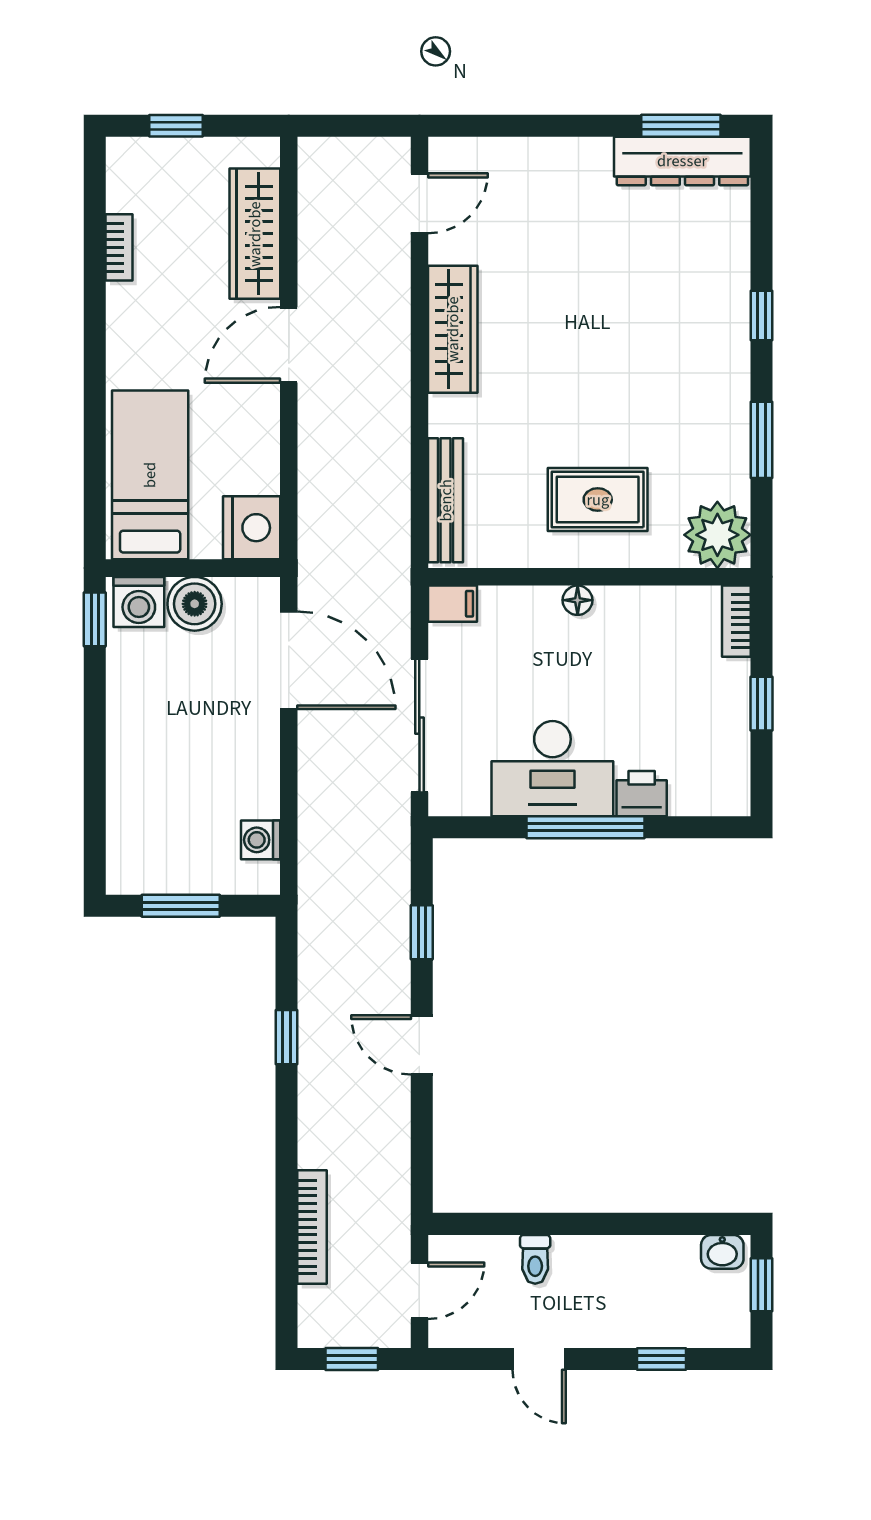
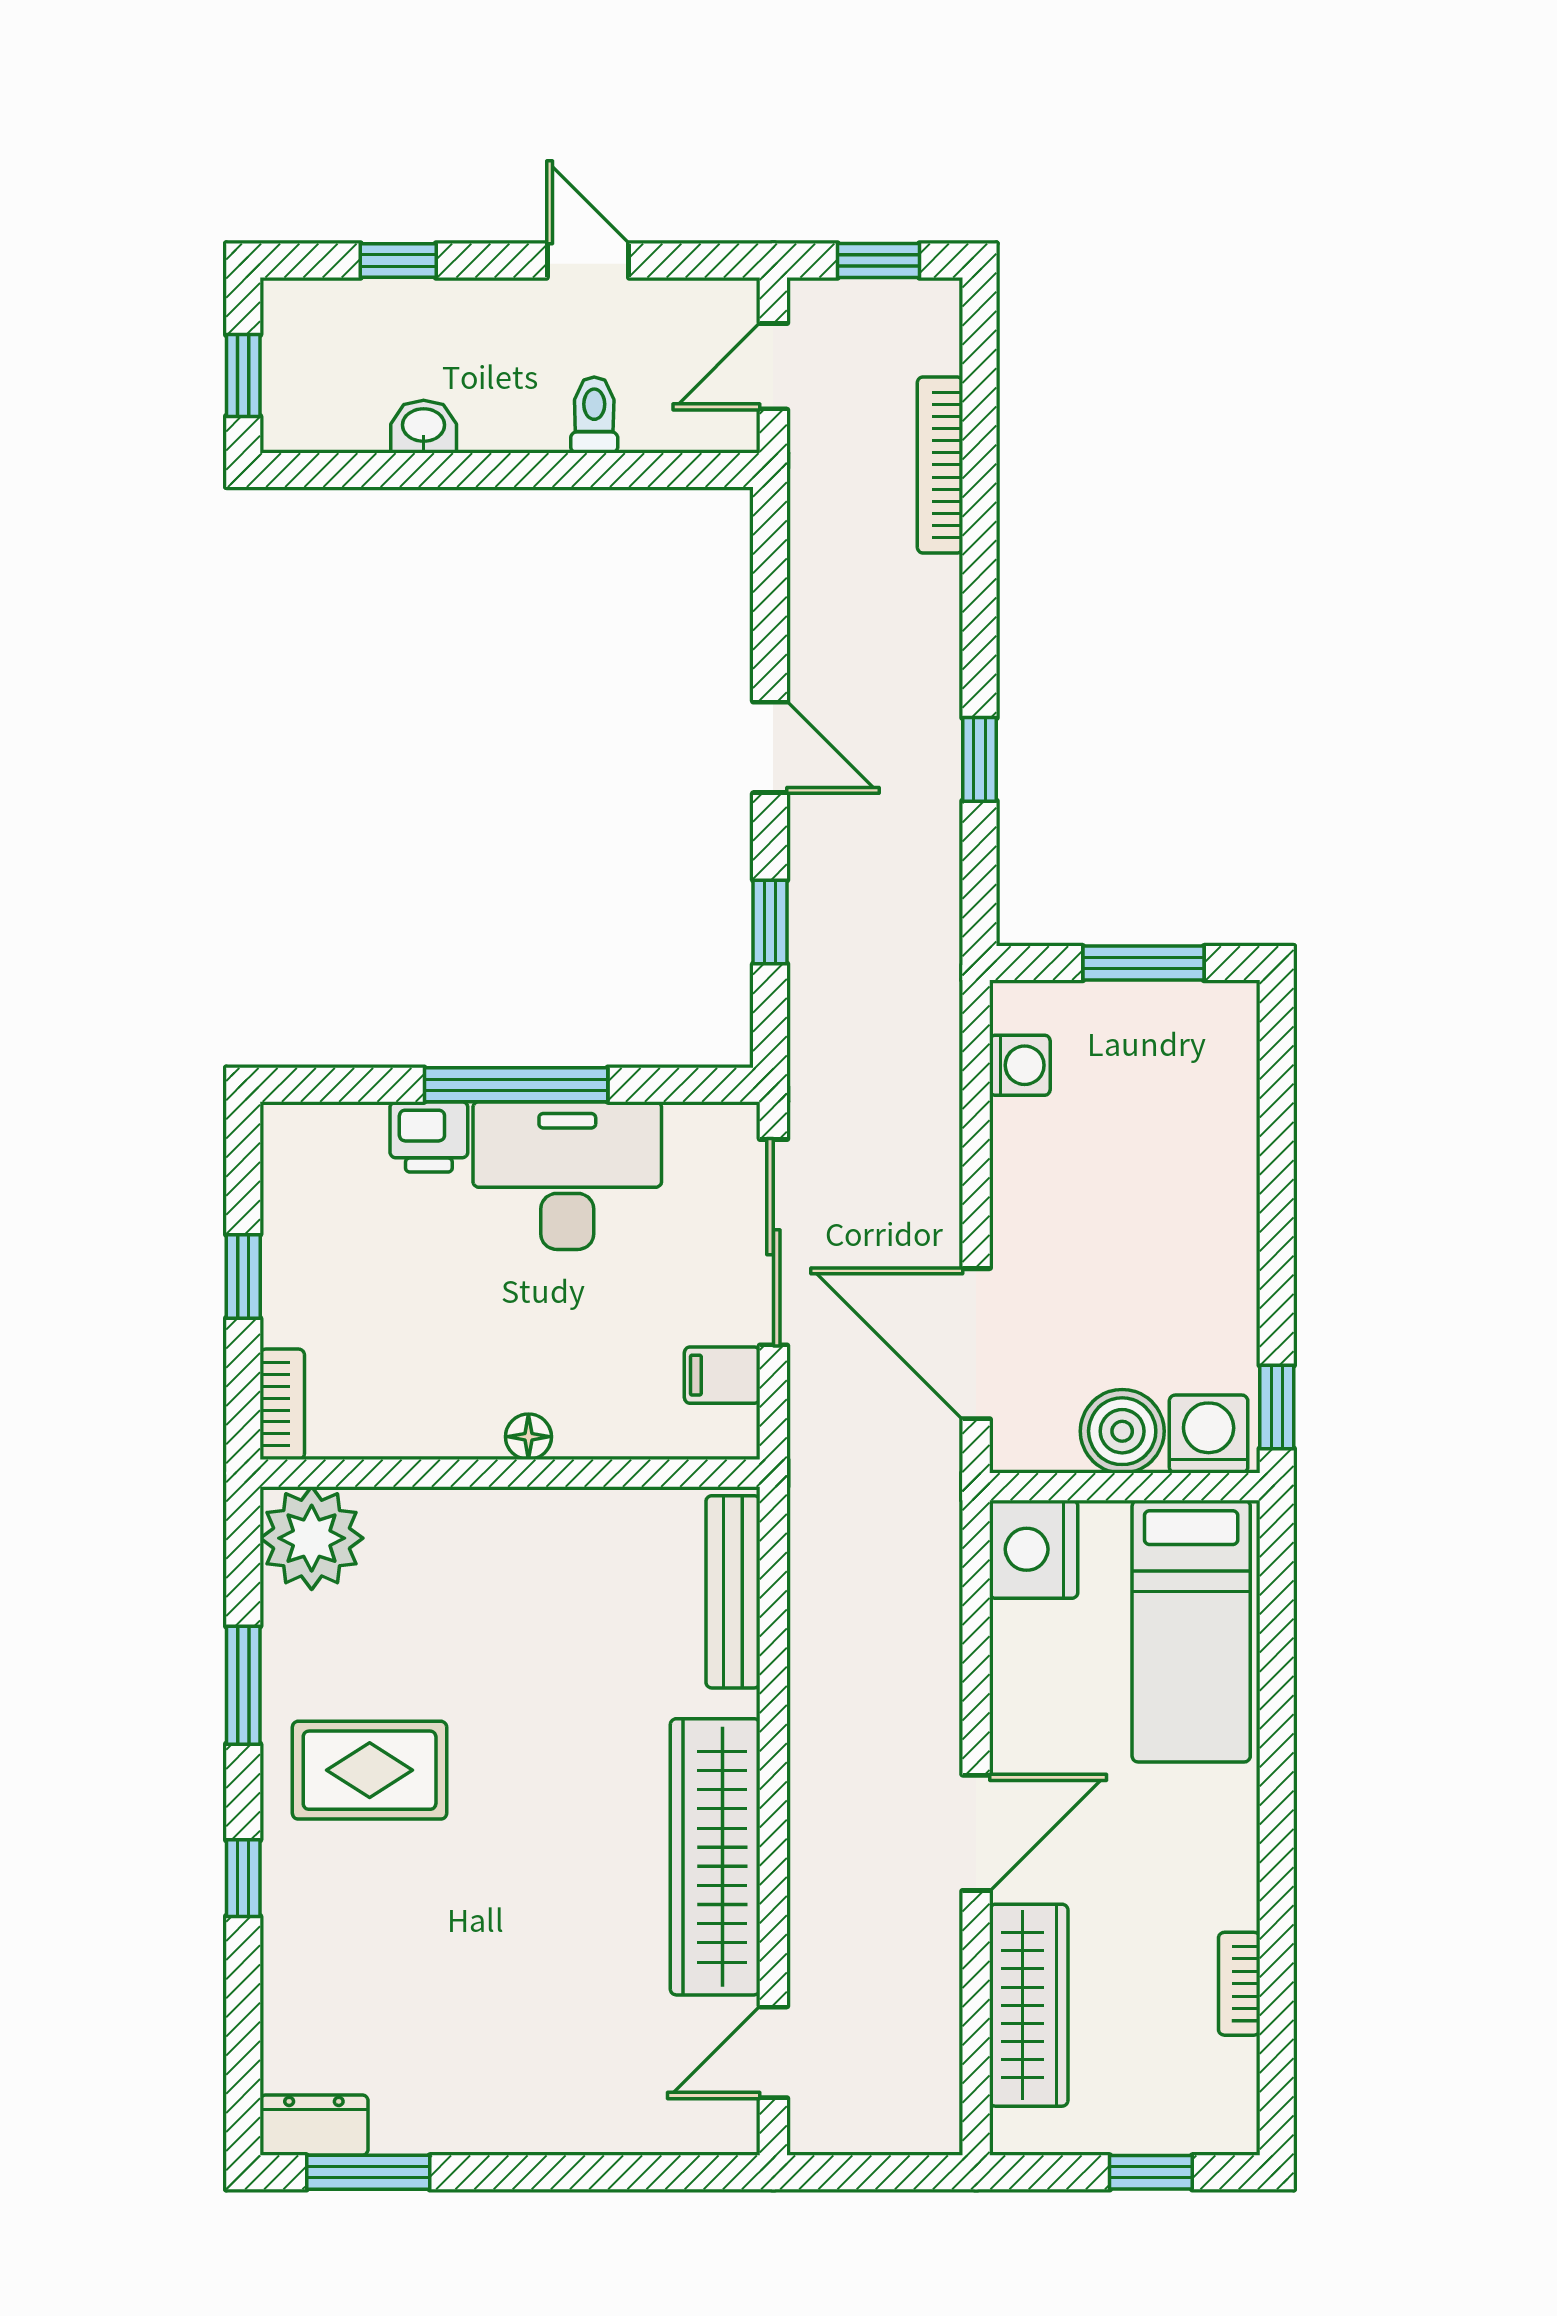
dresser: (682, 161) -> (314, 2125), width x0.51, depth x0.80
wardrobe: (453, 329) -> (715, 1857), width x1.40, depth x1.17
rug: (598, 500) -> (370, 1770), moved
filing cabinet: (453, 604) -> (722, 1375), moved
washbasin: (722, 1252) -> (424, 427), moved

